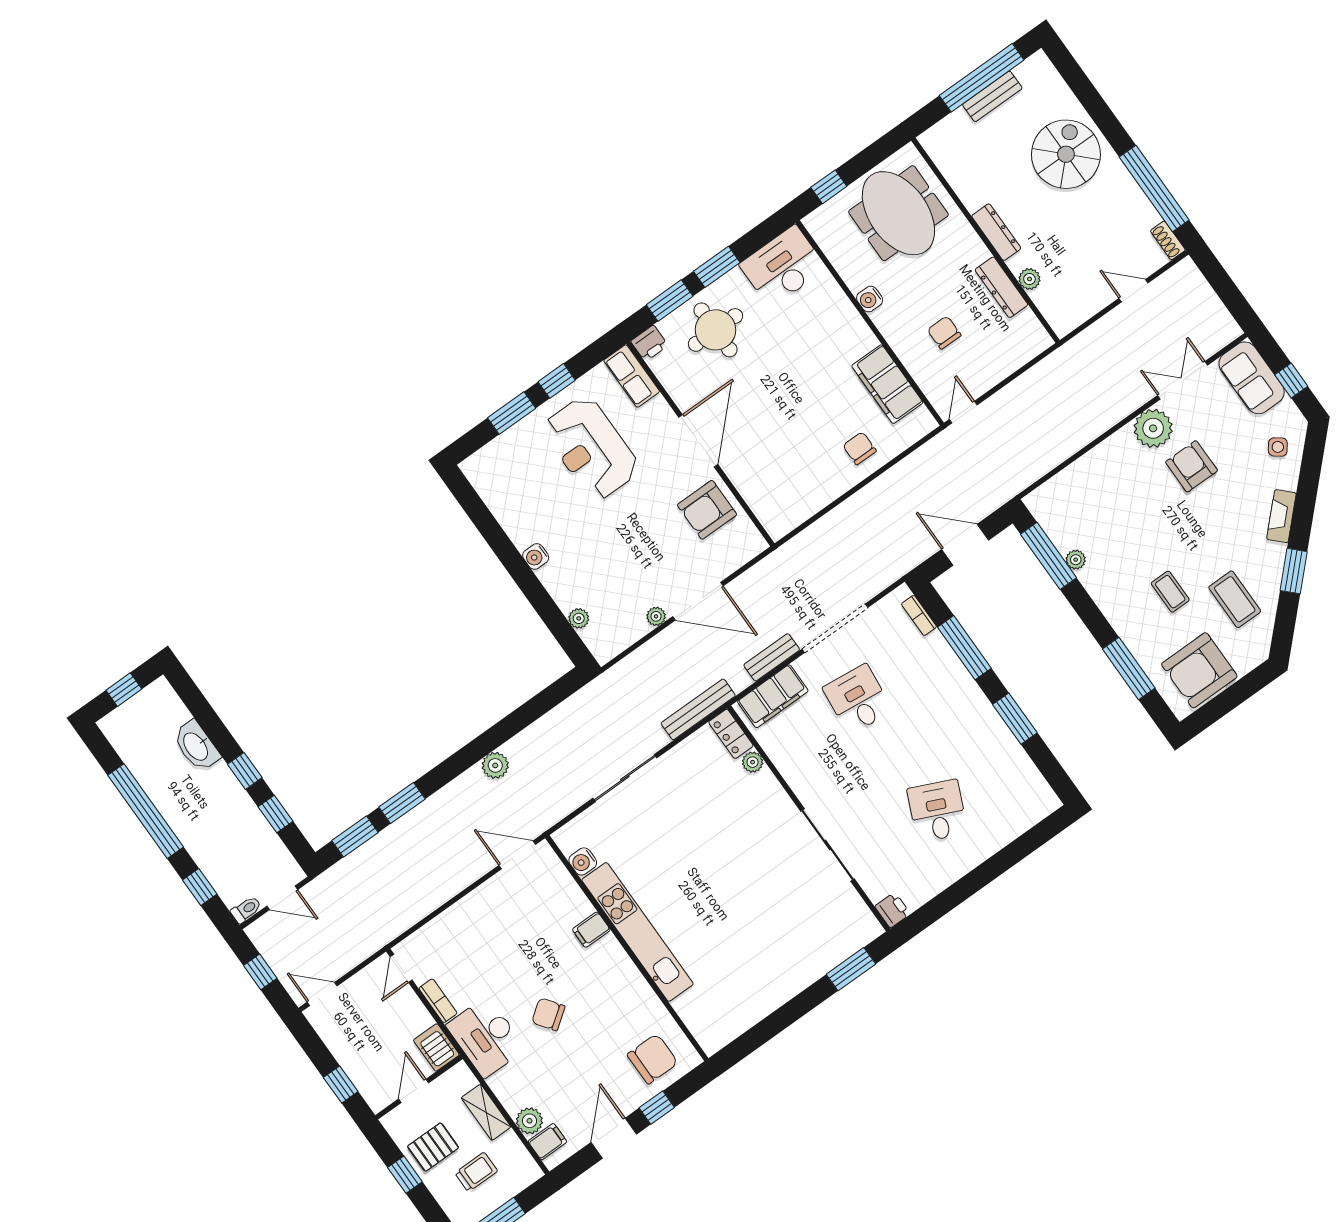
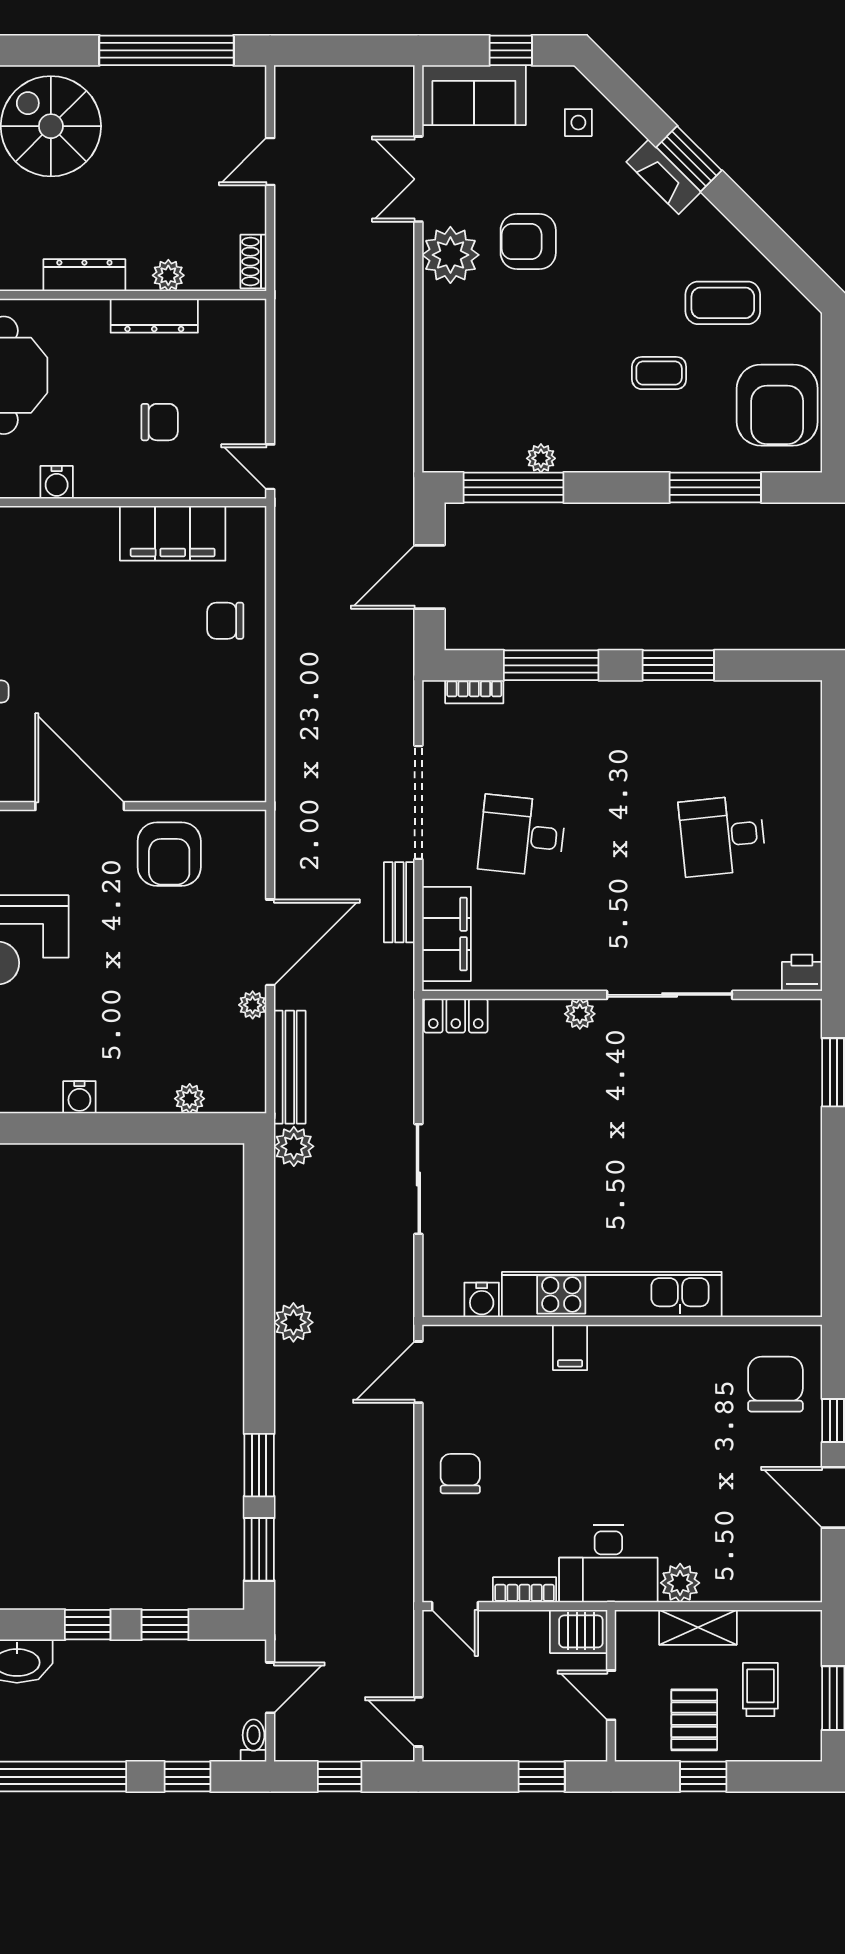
shoe rack: (1168, 240) -> (253, 262), moved, turned 90
chair: (944, 333) -> (160, 422), turned 180
side table: (1278, 447) -> (578, 123), turned -37
window: (1294, 571) -> (689, 159), moved
plant: (594, 696) -> (294, 1146), added
bench: (698, 709) -> (290, 1067), moved
plant: (753, 762) -> (580, 1014), moved
desk: (937, 811) -> (722, 836), turned -30
door: (322, 994) -> (418, 1722), hinge flipped
chair: (548, 1014) -> (460, 1474), moved, turned 126
plant: (529, 1121) -> (680, 1583), moved
filing cabinet: (547, 1142) -> (785, 1579), removed

